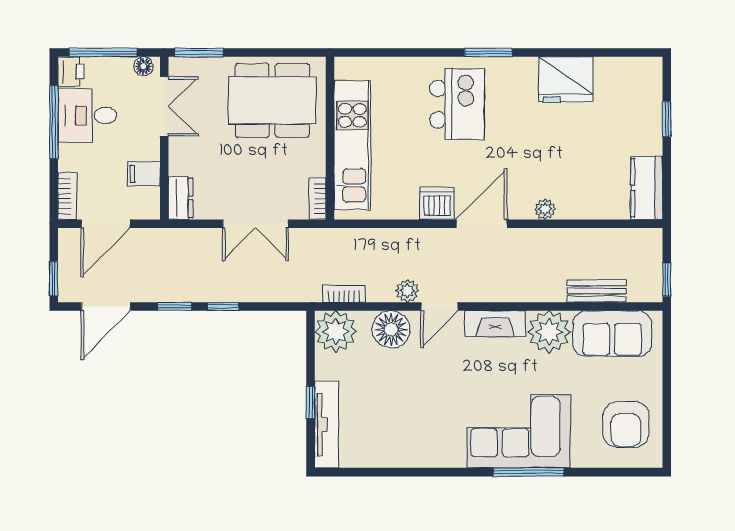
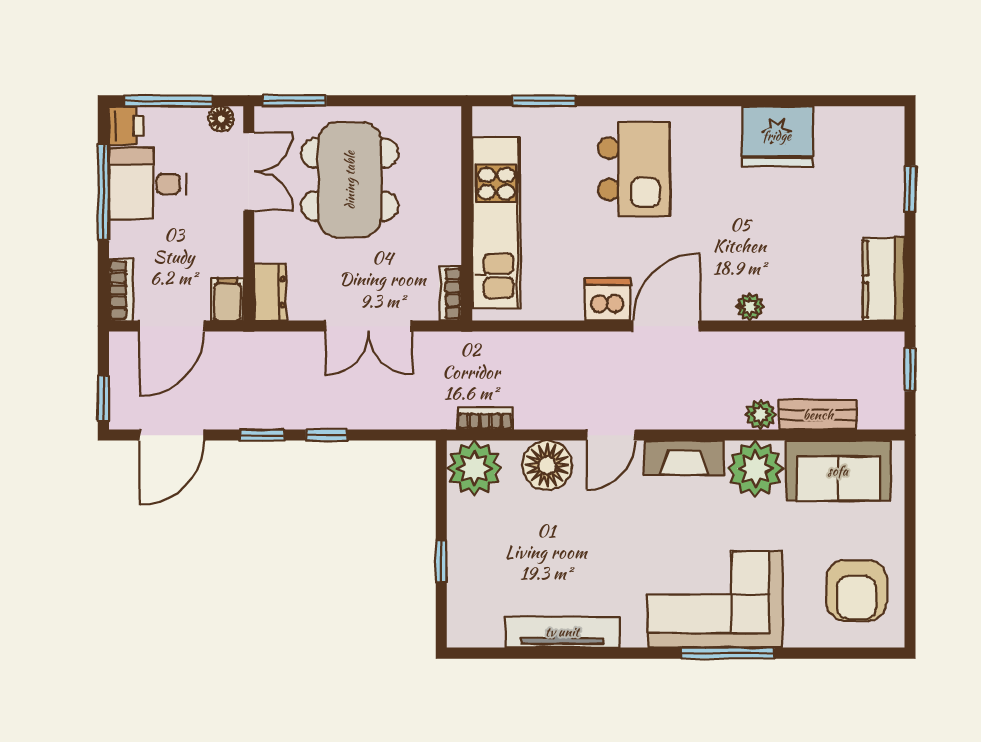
window: (488, 52) -> (544, 101), moved
dining table: (272, 100) -> (350, 180), moved, turned 90
filing cabinet: (144, 174) -> (227, 299), moved, turned 90
window: (667, 280) -> (910, 369), moved
plant: (407, 291) -> (761, 414), moved
tv unit: (326, 425) -> (562, 632), moved, turned -90

